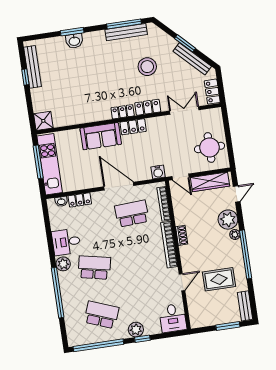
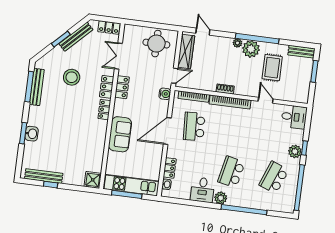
locker: (133, 127) -> (122, 87), moved
plant: (228, 220) -> (251, 49), moved

